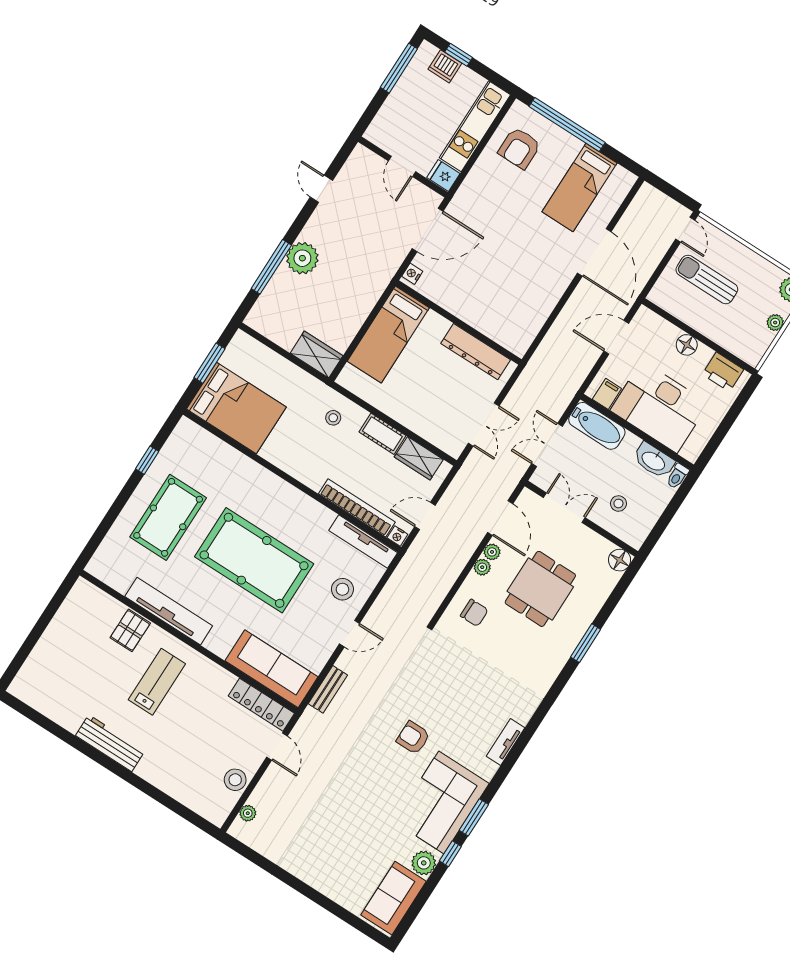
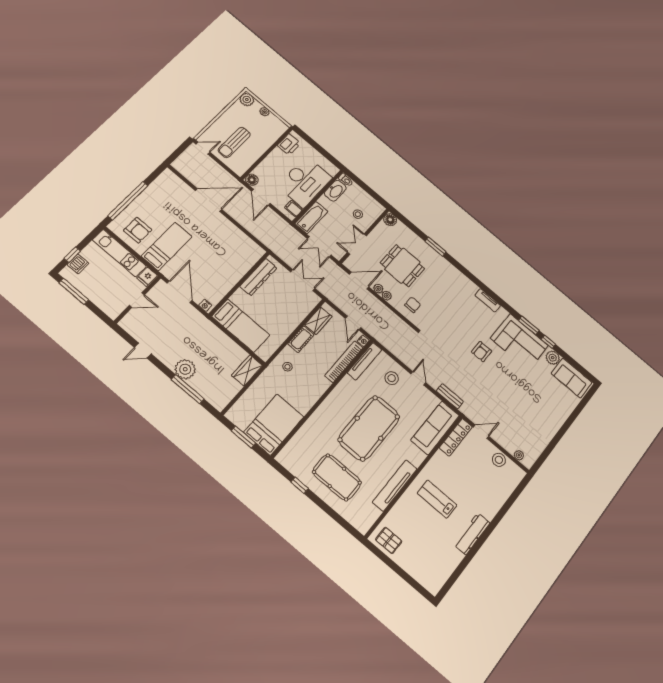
bed: (579, 187) -> (167, 246), moved, turned -90
floor lamp: (687, 345) -> (252, 180), moved
pallet: (130, 630) -> (389, 540), moved

